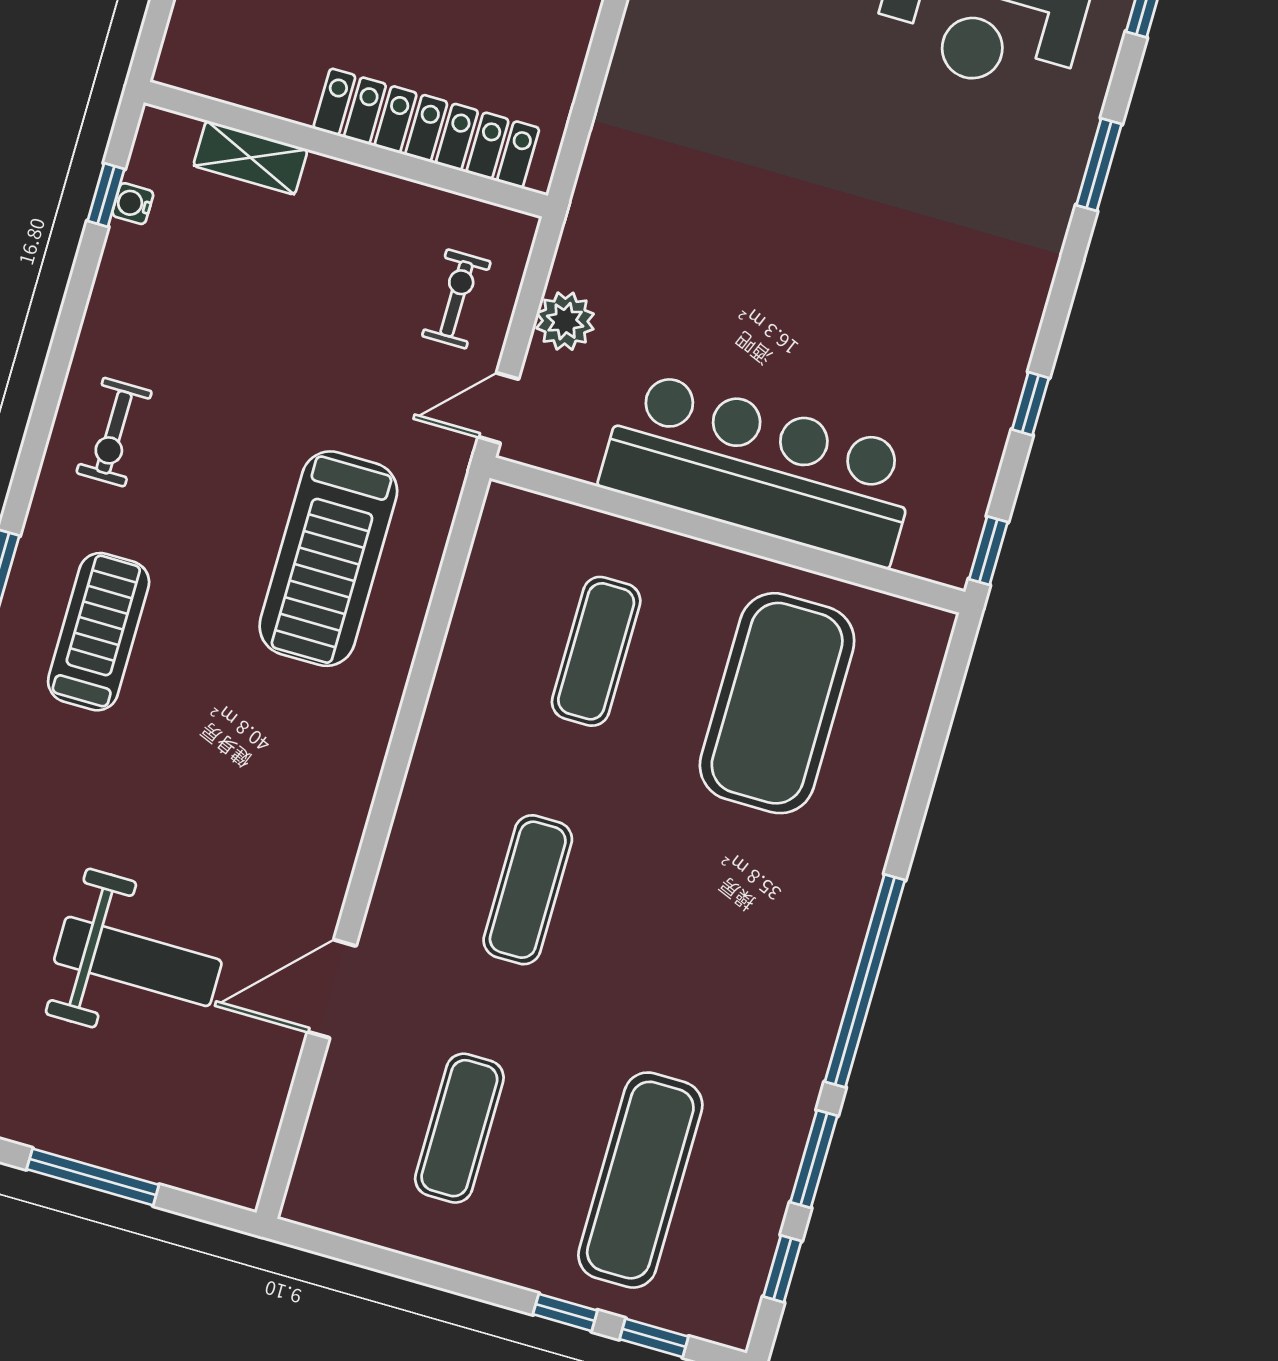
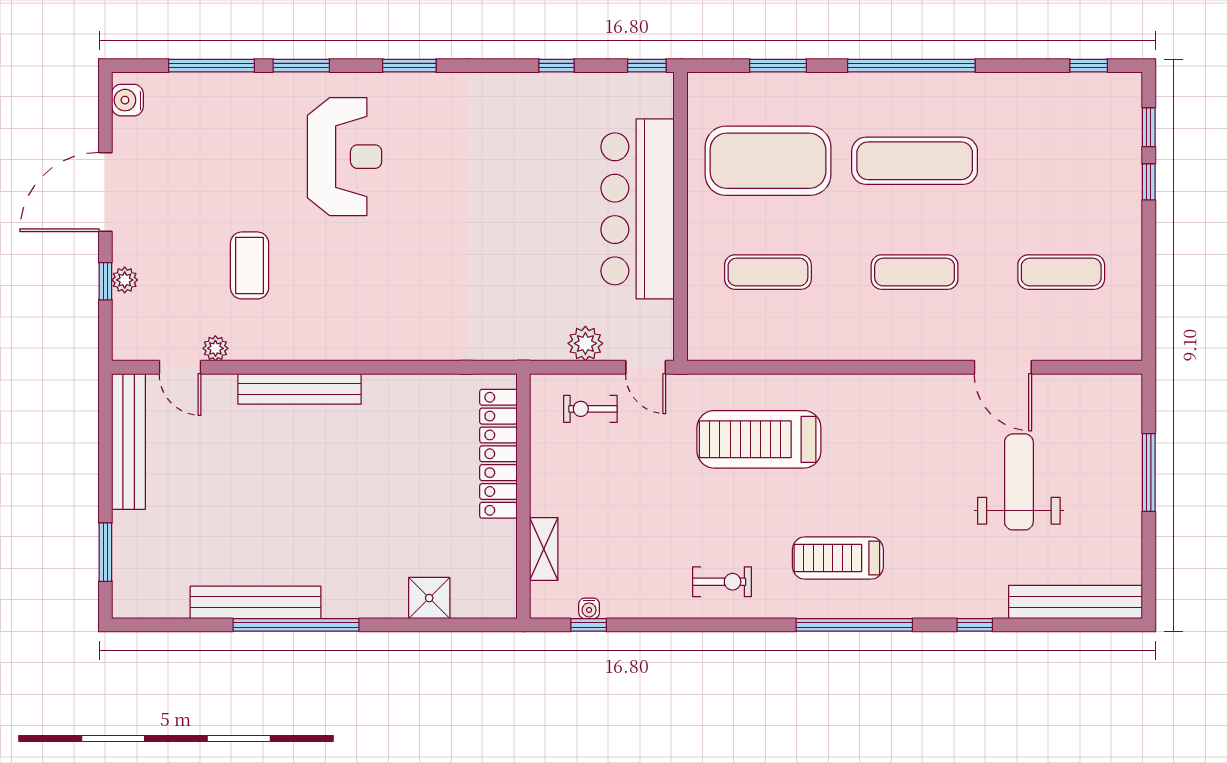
treadmill: (328, 559) -> (759, 439), turned 180
window: (814, 1159) -> (778, 66), moved
exercise mat: (640, 1180) -> (915, 161), moved

